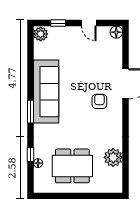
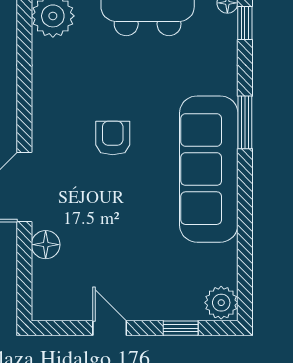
floor lamp: (116, 32) -> (46, 245), moved
armchair: (99, 101) -> (113, 138), moved, turned 180

